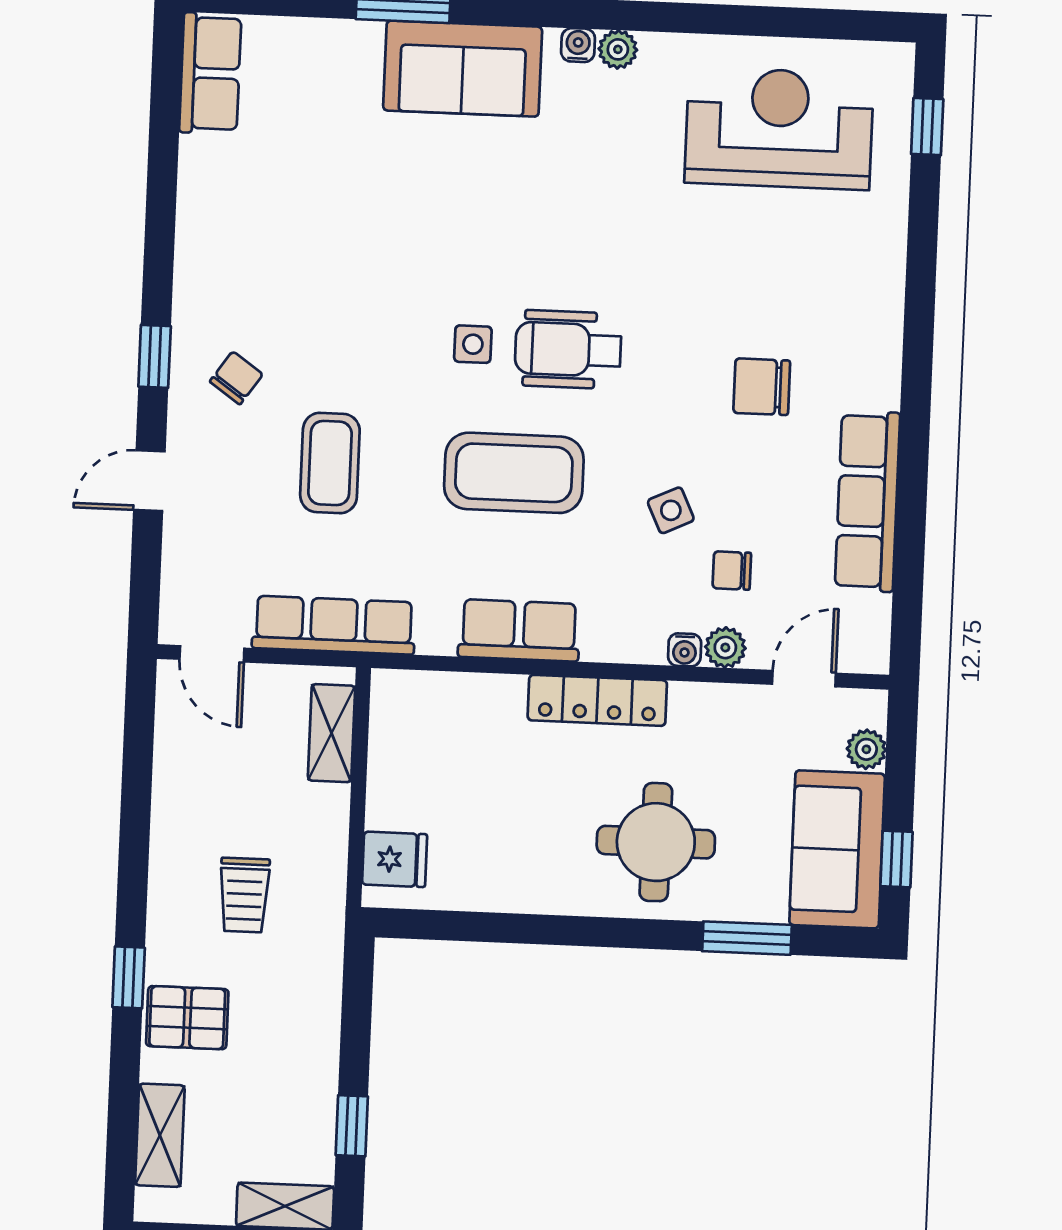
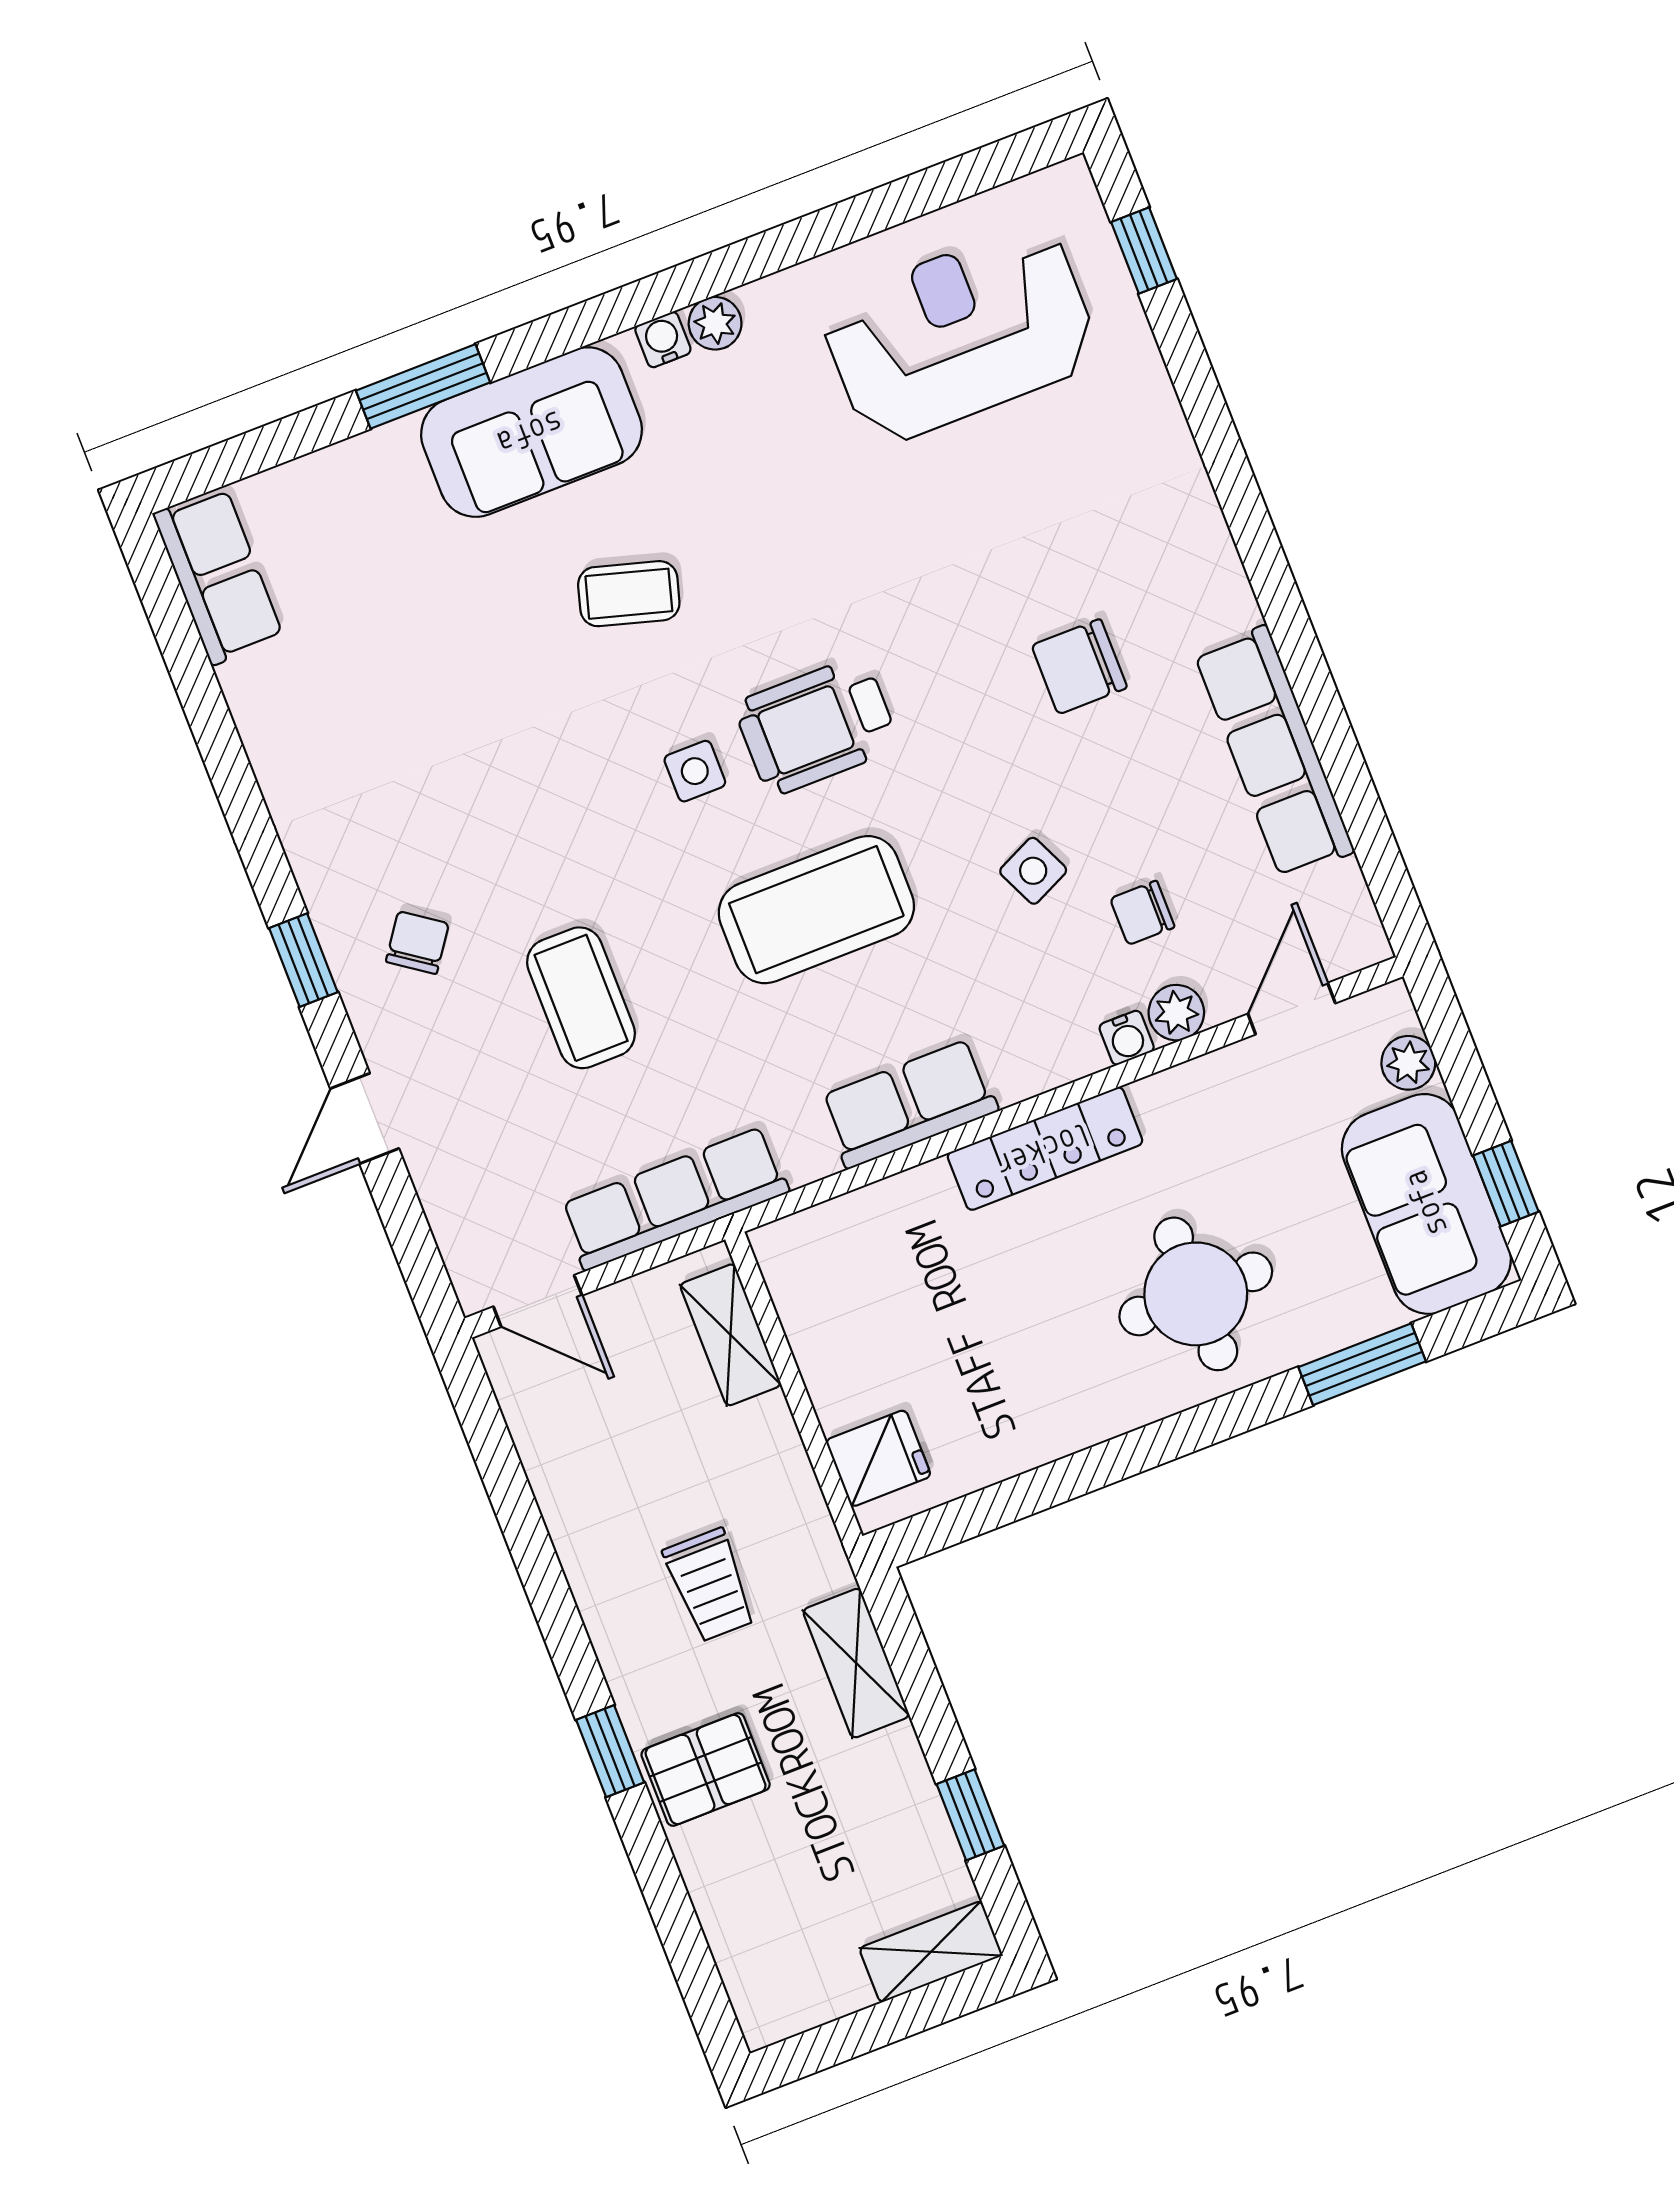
coffee table: (481, 206) -> (629, 594), added
shelving: (160, 1135) -> (856, 1663), moved

